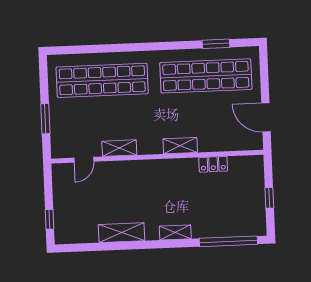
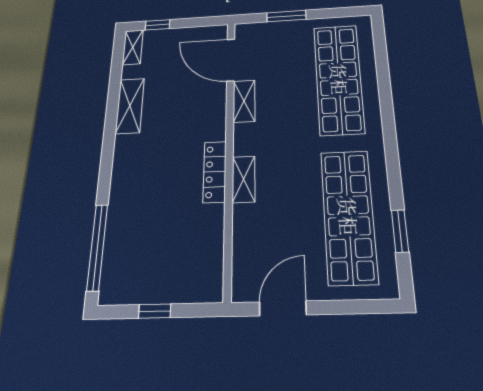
door: (84, 160) -> (231, 60), width x1.88
locker: (213, 164) -> (215, 172), moved, width x1.53
shelving: (175, 232) -> (133, 47), moved

